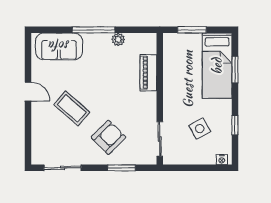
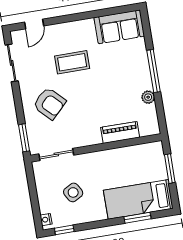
sofa: (59, 46) -> (119, 27), moved, turned -90
door: (28, 92) -> (34, 24), moved
coffee table: (72, 108) -> (72, 62), turned 49
window: (235, 125) -> (64, 230), moved
window: (121, 168) -> (24, 138), moved

